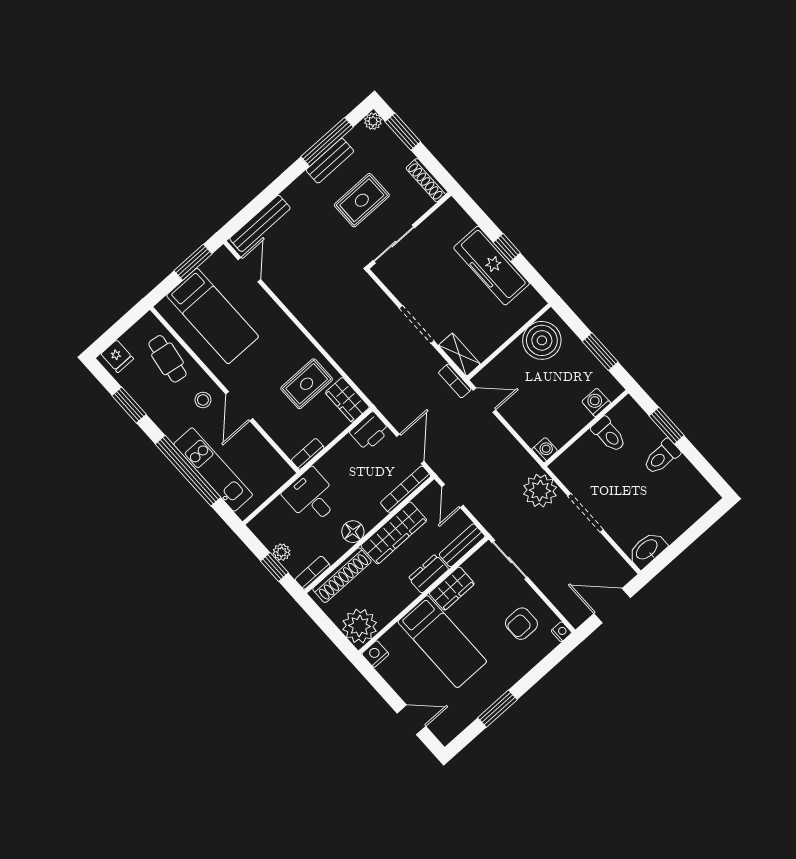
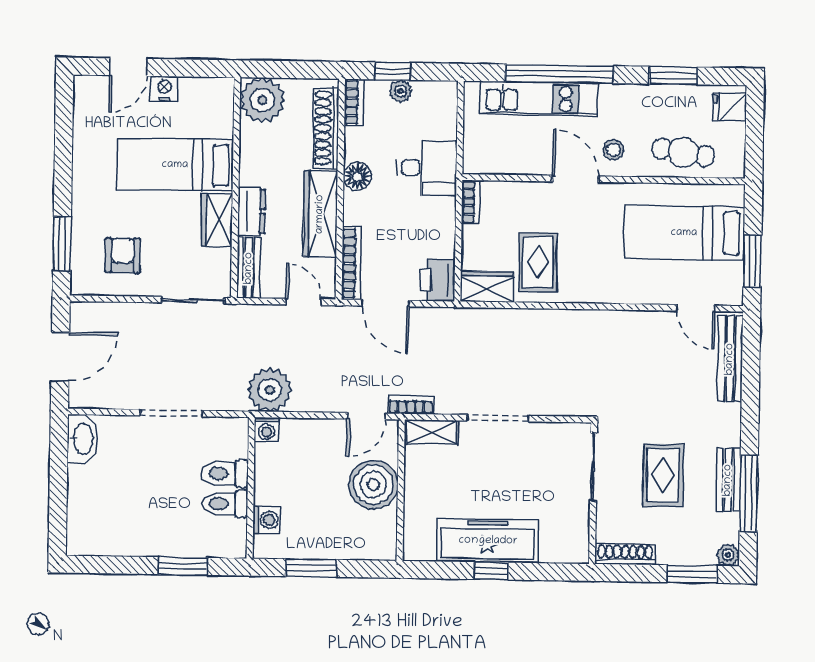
boiler: (542, 340) -> (373, 485), moved
toilet: (662, 457) -> (225, 474), moved, turned -90
plant: (540, 491) -> (270, 390), moved
nightstand: (561, 632) -> (80, 286), removed
nightstand: (375, 654) -> (165, 89), moved, turned -90
window: (497, 709) -> (62, 244), moved

